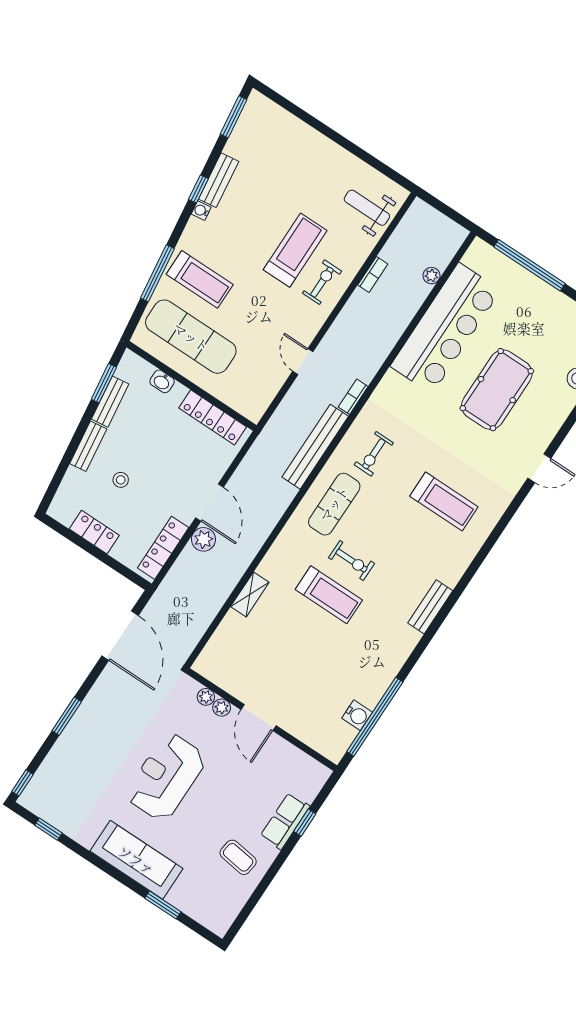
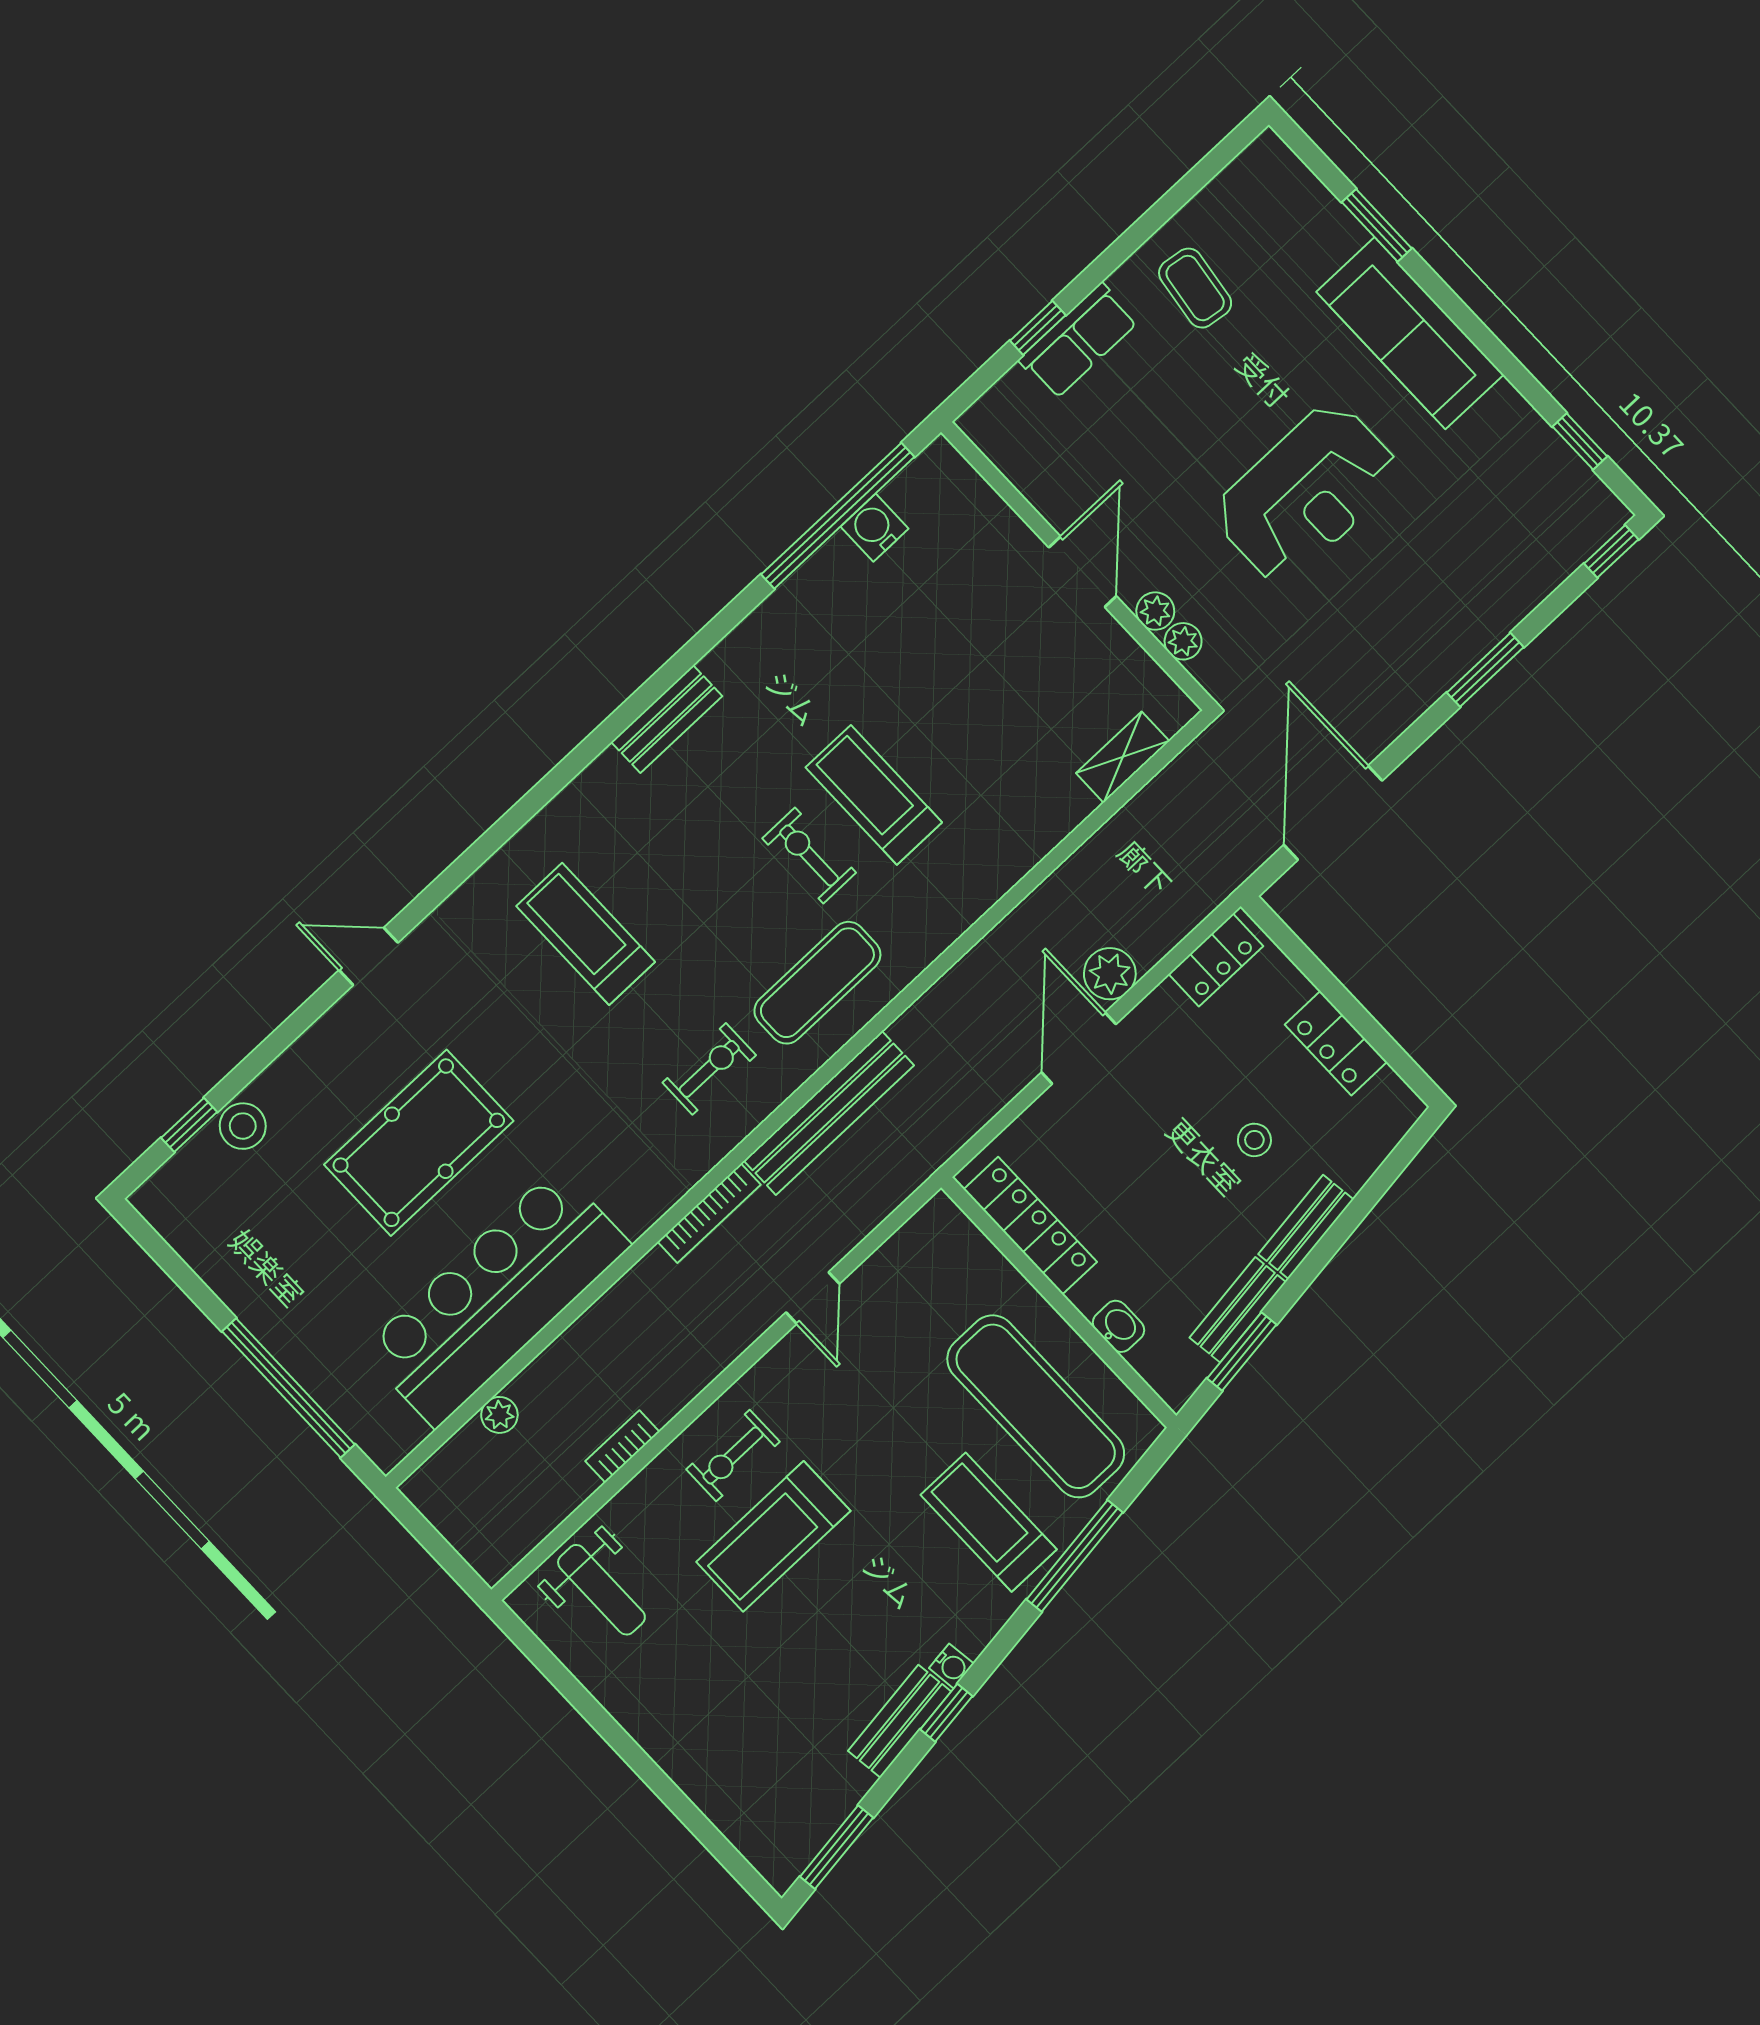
bookcase: (353, 397) -> (709, 1213), width x1.56
locker: (163, 548) -> (1216, 960), width x0.66
shelving: (250, 594) -> (1123, 757), moved

